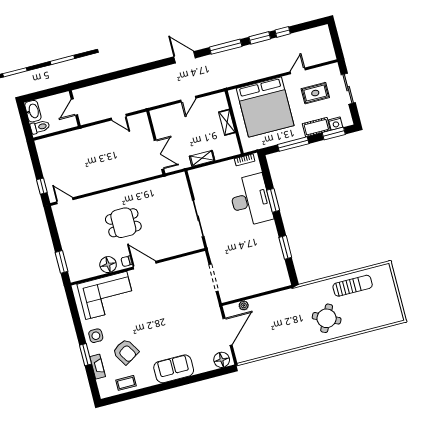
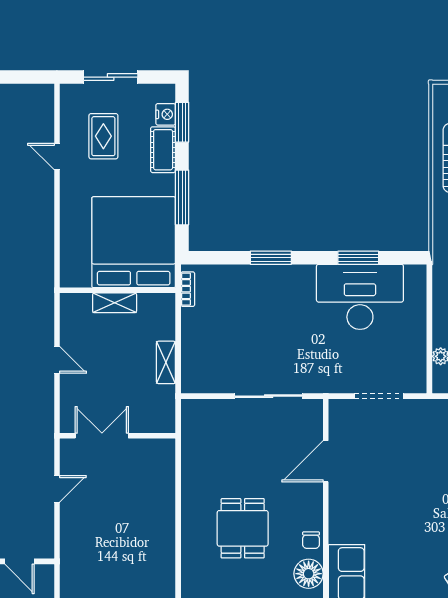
bed: (265, 107) -> (134, 242), moved, turned -90
double door: (159, 155) -> (102, 436), moved
desk: (251, 200) -> (360, 297), moved
door: (145, 265) -> (326, 461), moved

